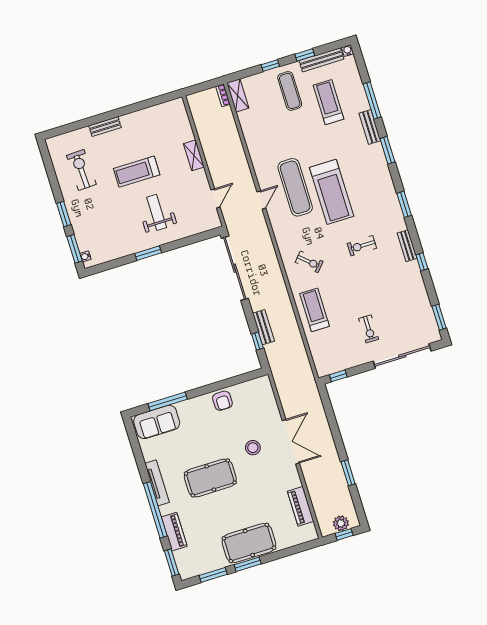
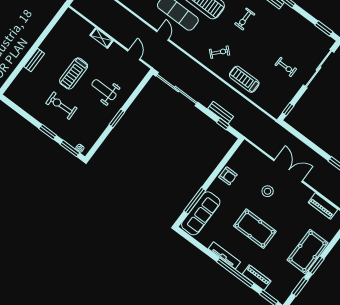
exercise bike: (81, 170) -> (61, 106), moved
sofa: (157, 422) -> (201, 213), width x1.36
pool table: (210, 478) -> (255, 229), turned 90

